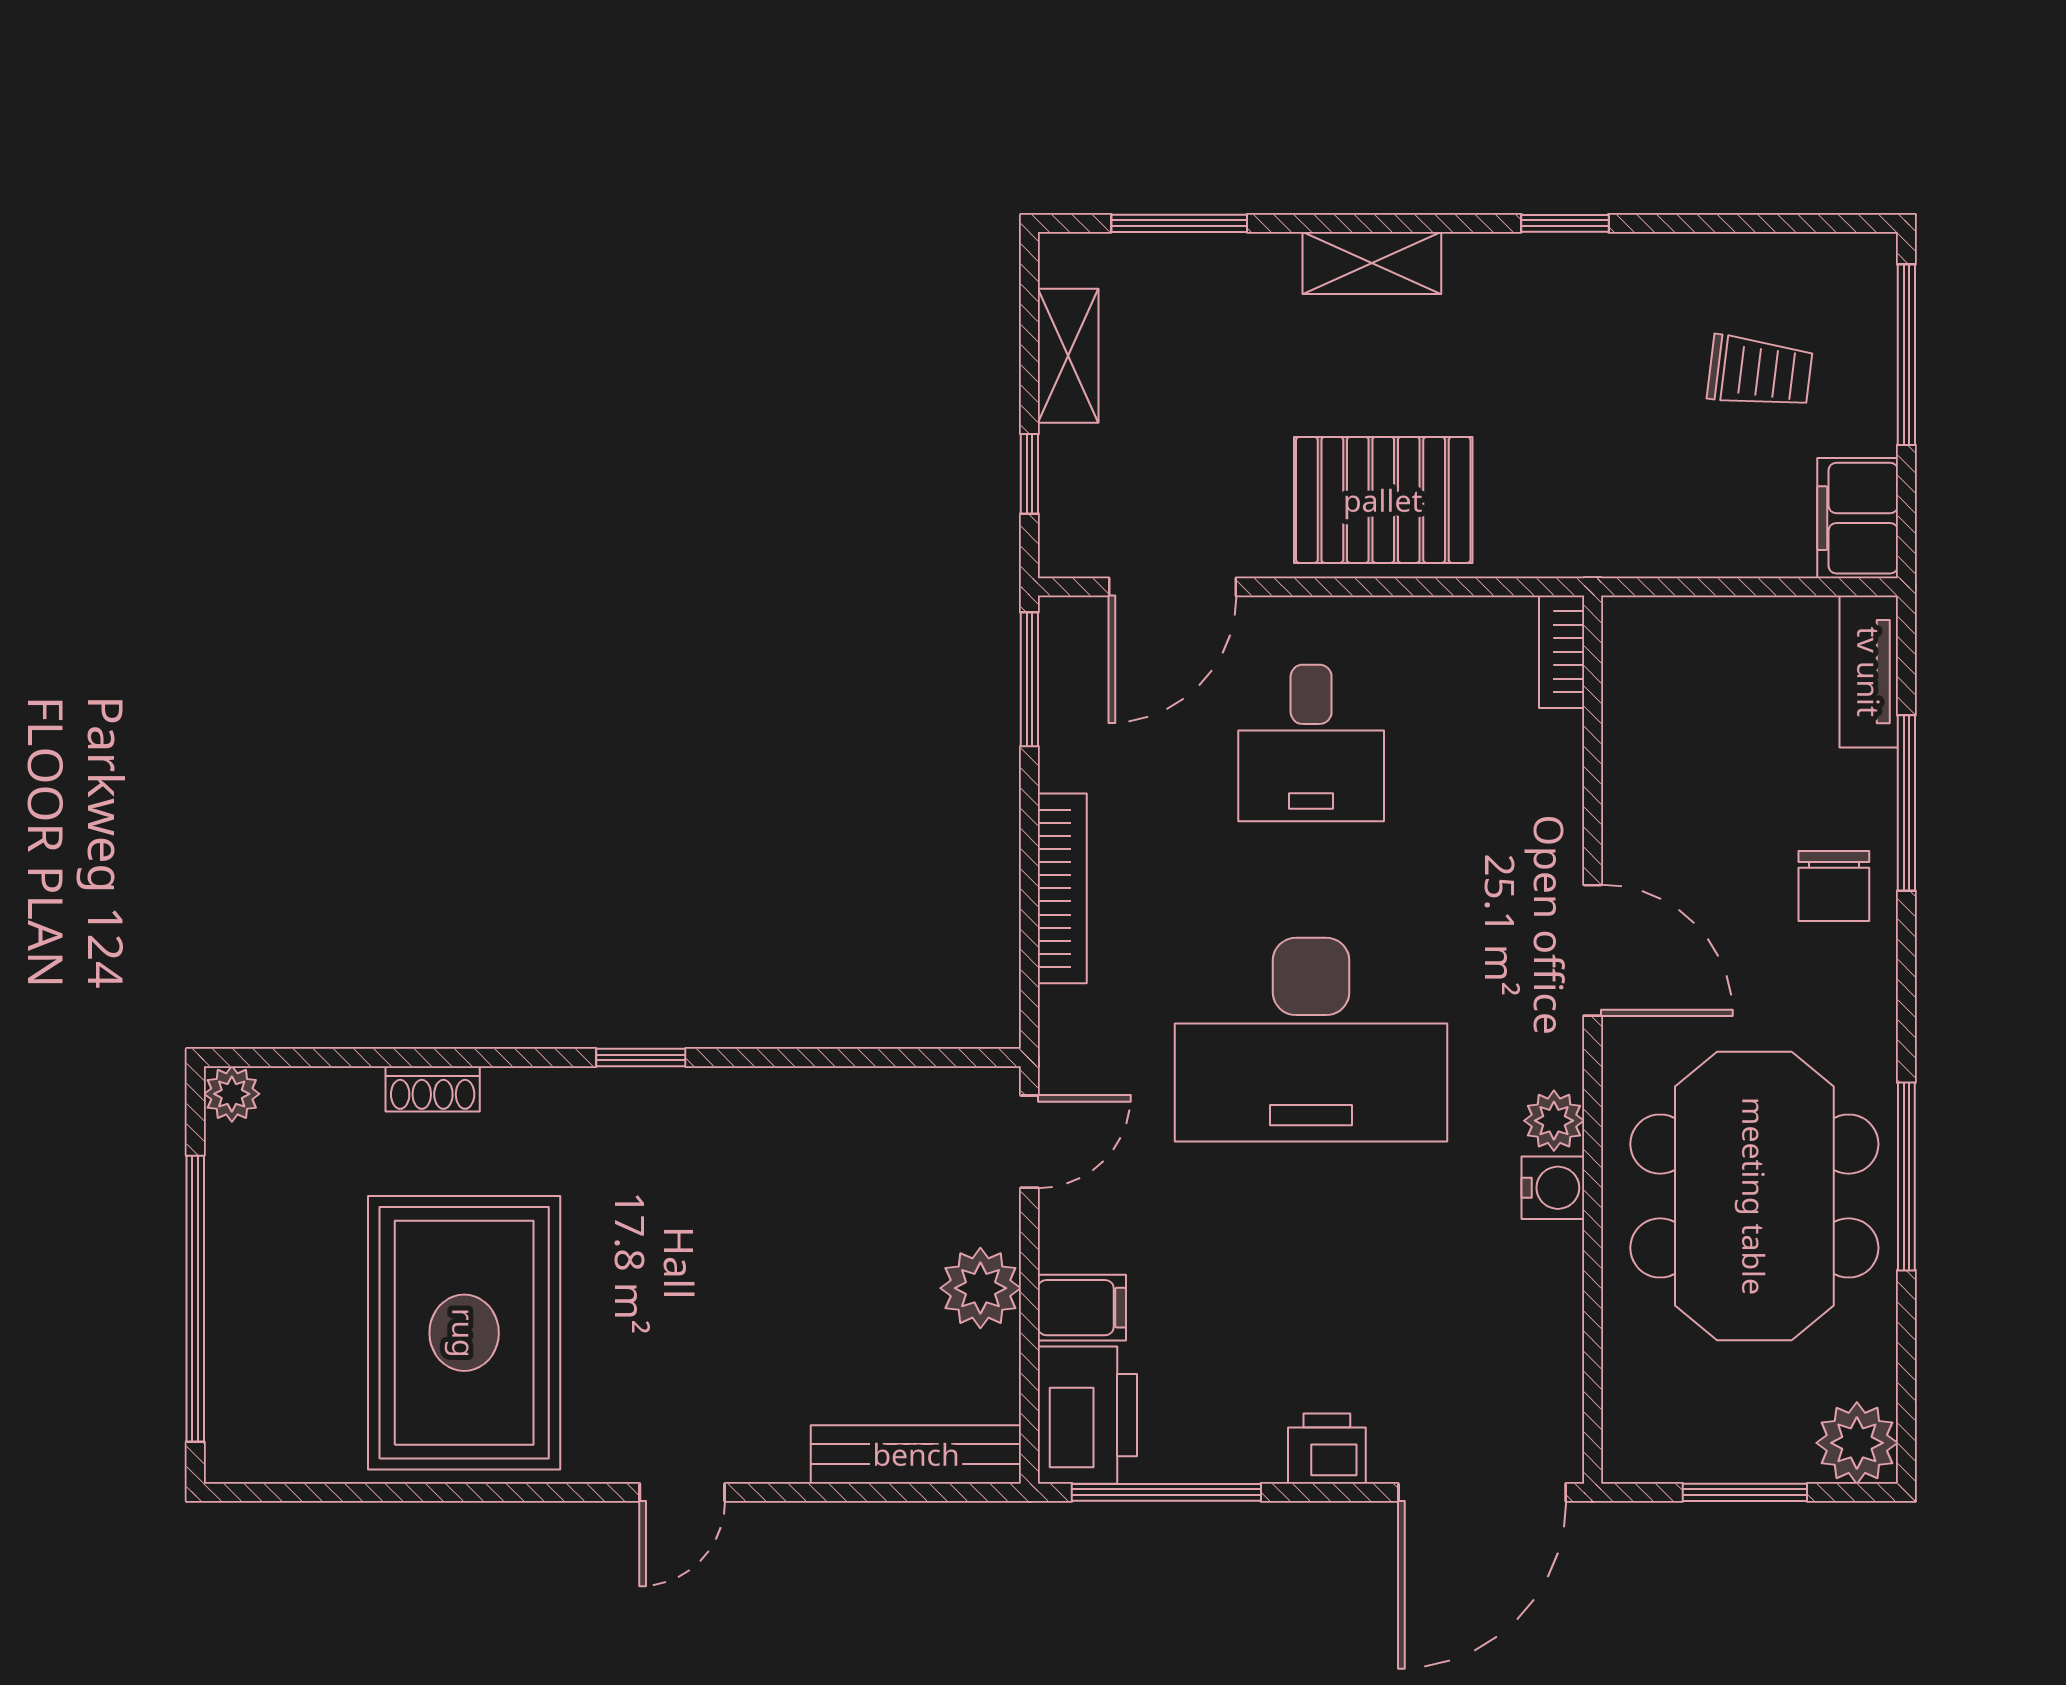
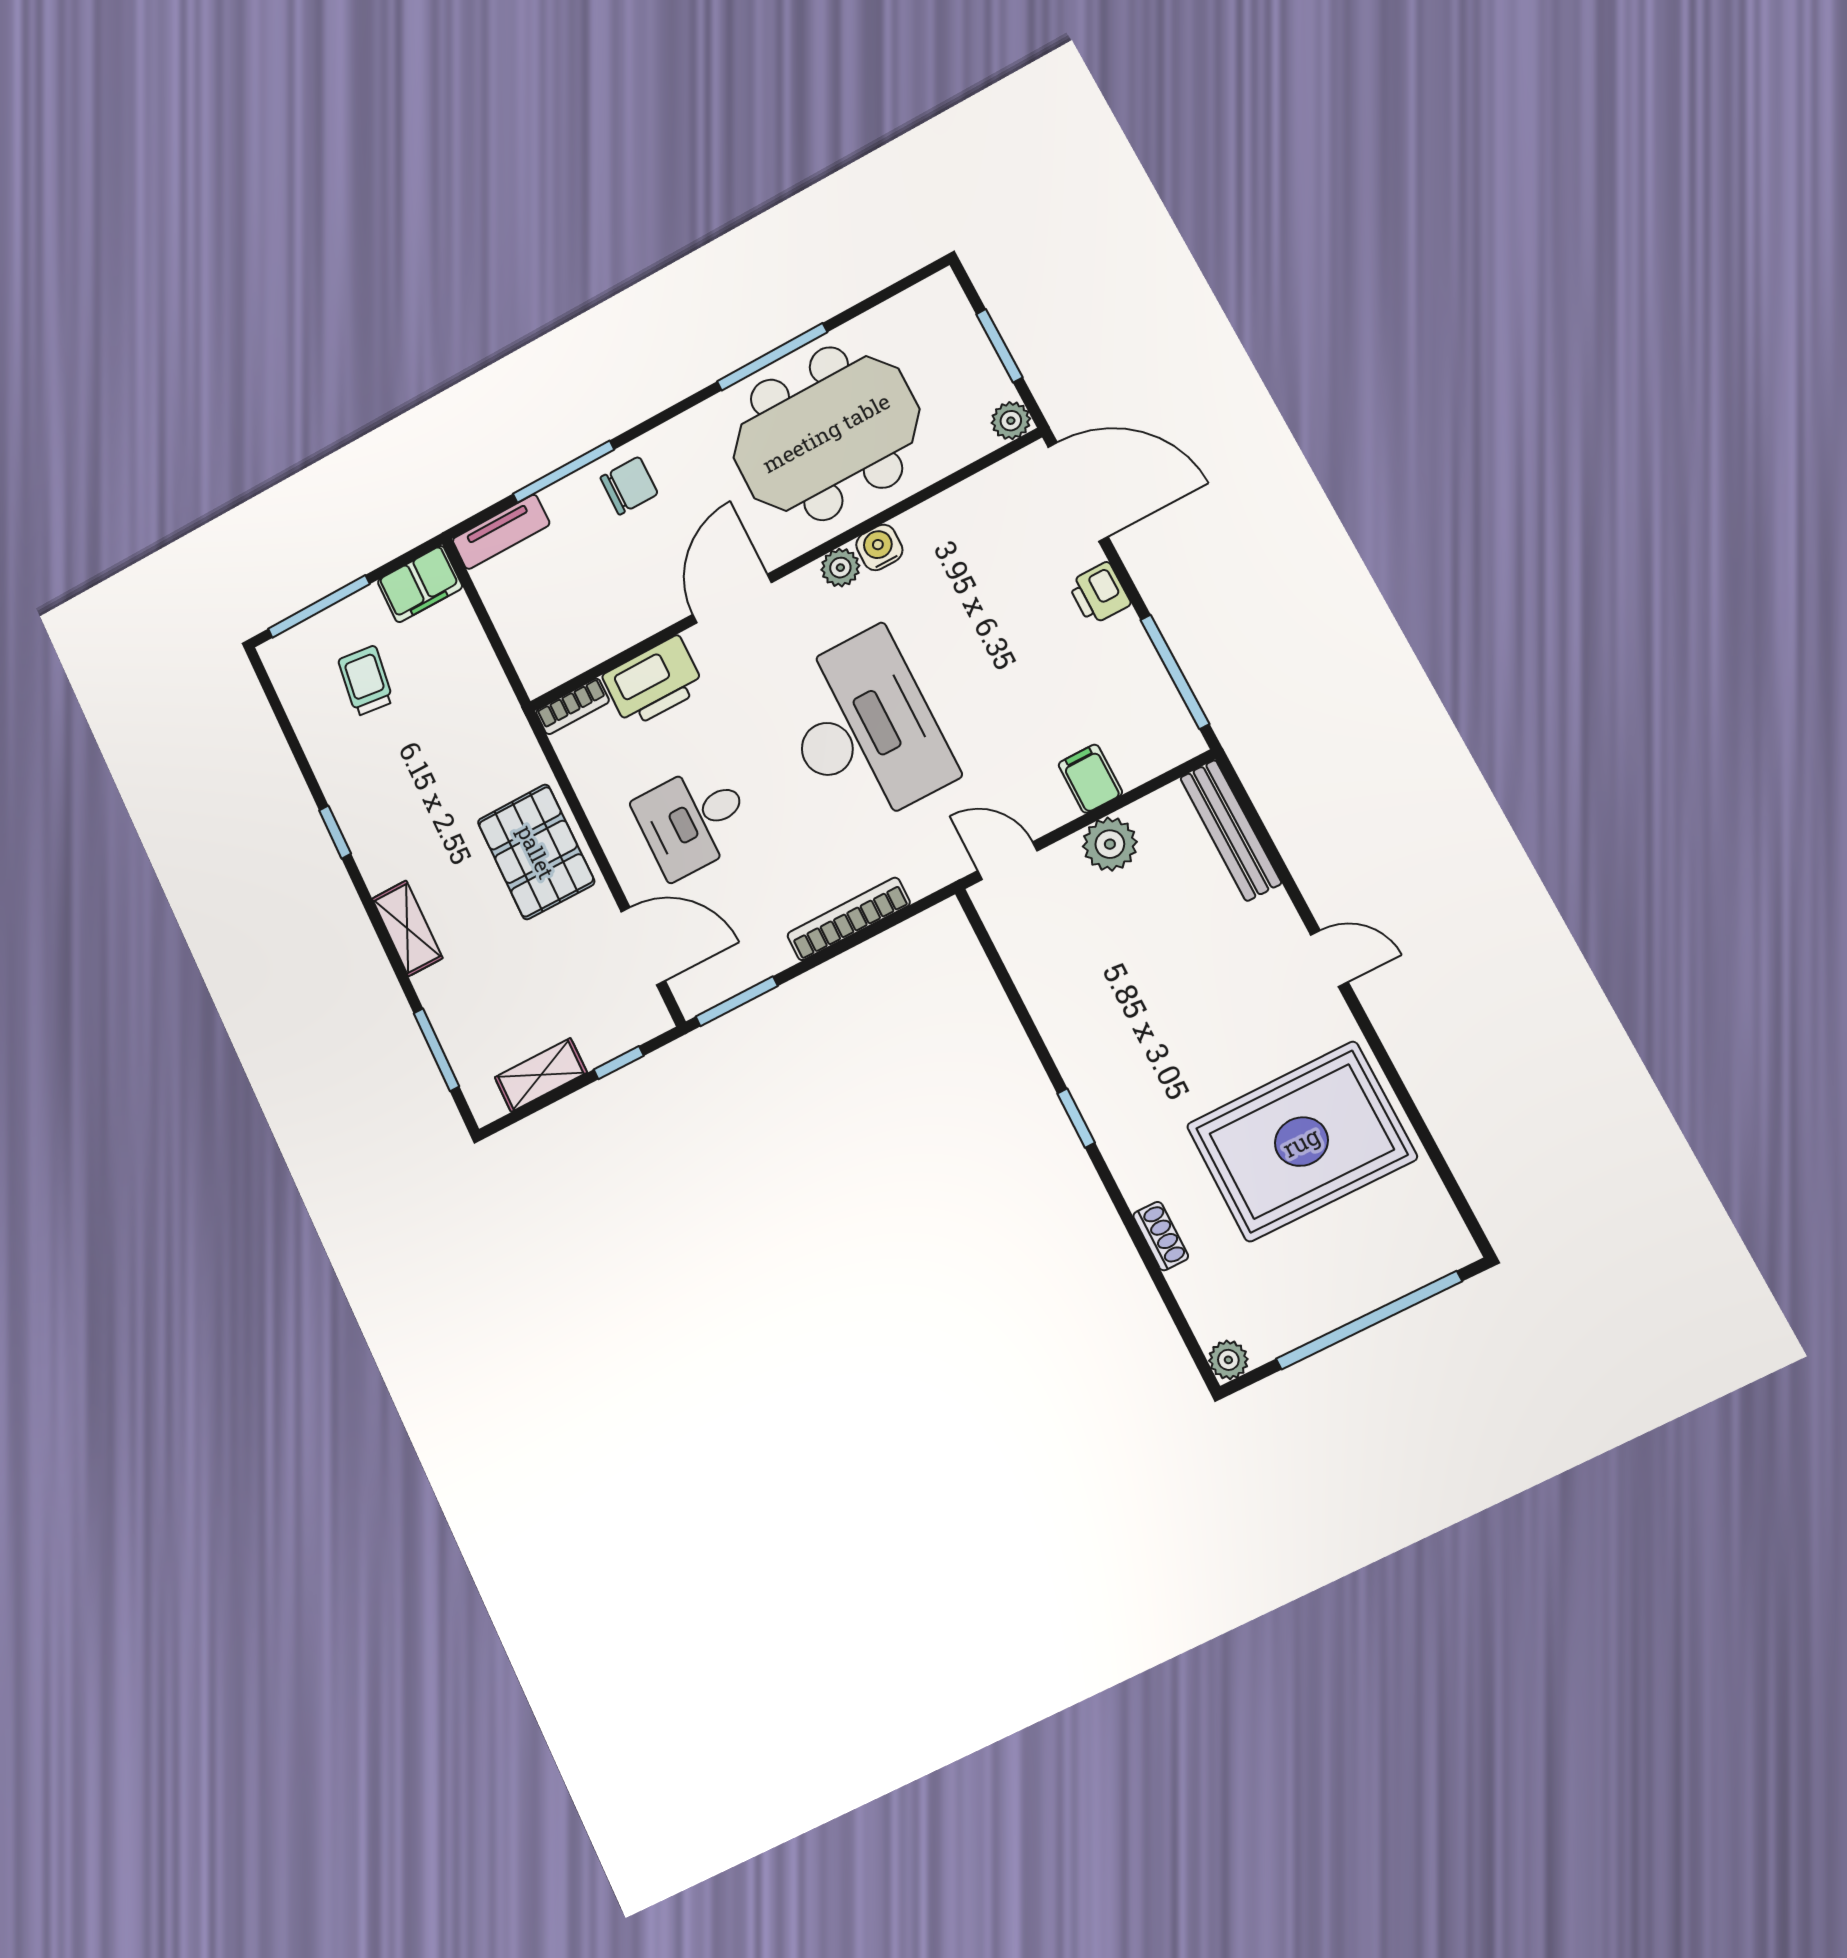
desk: (1311, 743) -> (693, 820), turned 180
printer: (1087, 1415) -> (653, 682), moved, turned 180
plant: (1857, 1443) -> (1011, 421), moved, width x0.73, depth x0.73

